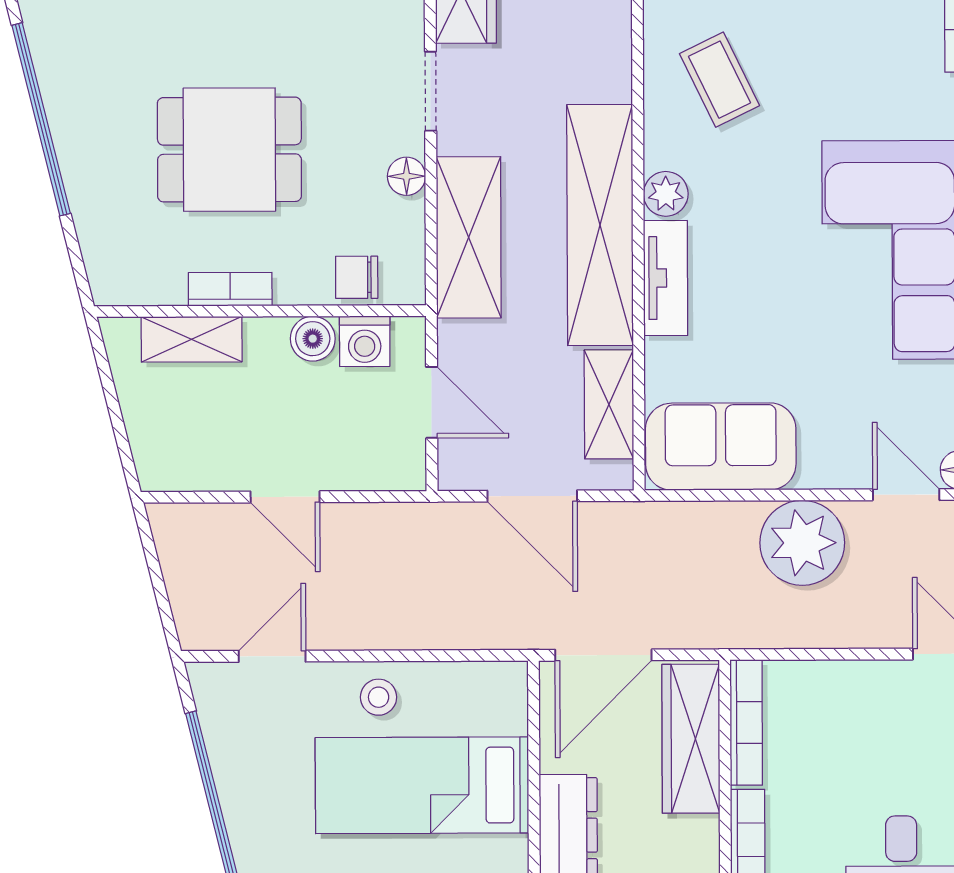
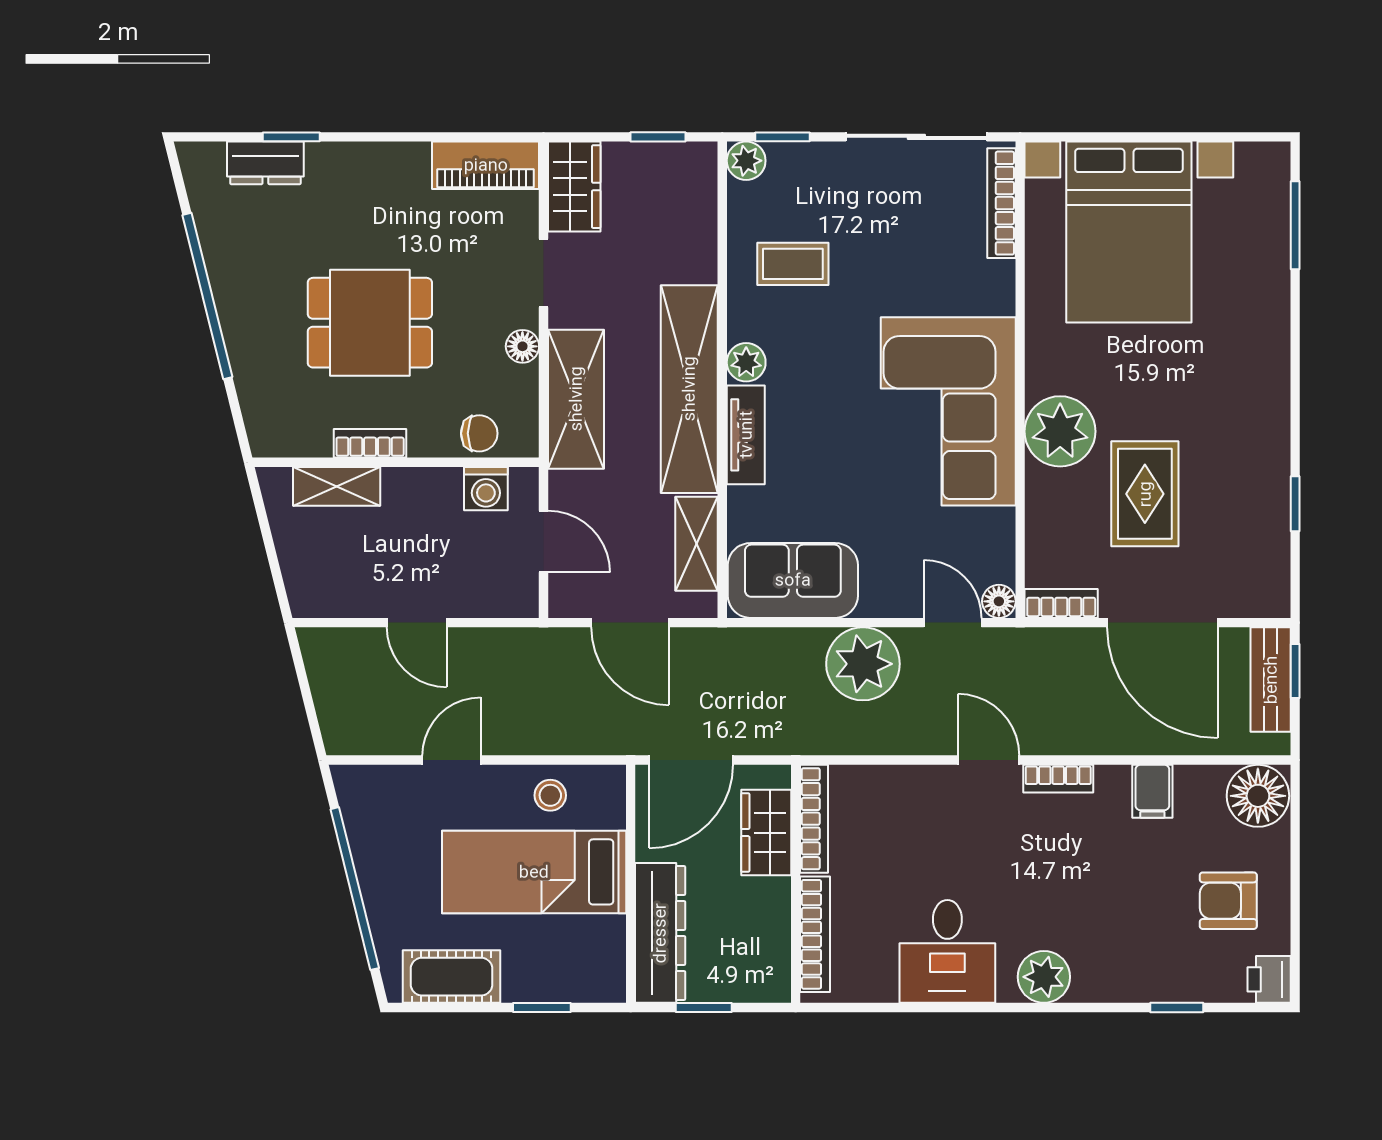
coffee table: (720, 80) -> (793, 264), turned -64
chair: (357, 277) -> (479, 433), turned 180
boiler: (313, 339) -> (441, 486), removed
door: (272, 656) -> (452, 760), moved
stool: (379, 697) -> (550, 795), moved
wardrobe: (691, 739) -> (766, 833), width x0.67

